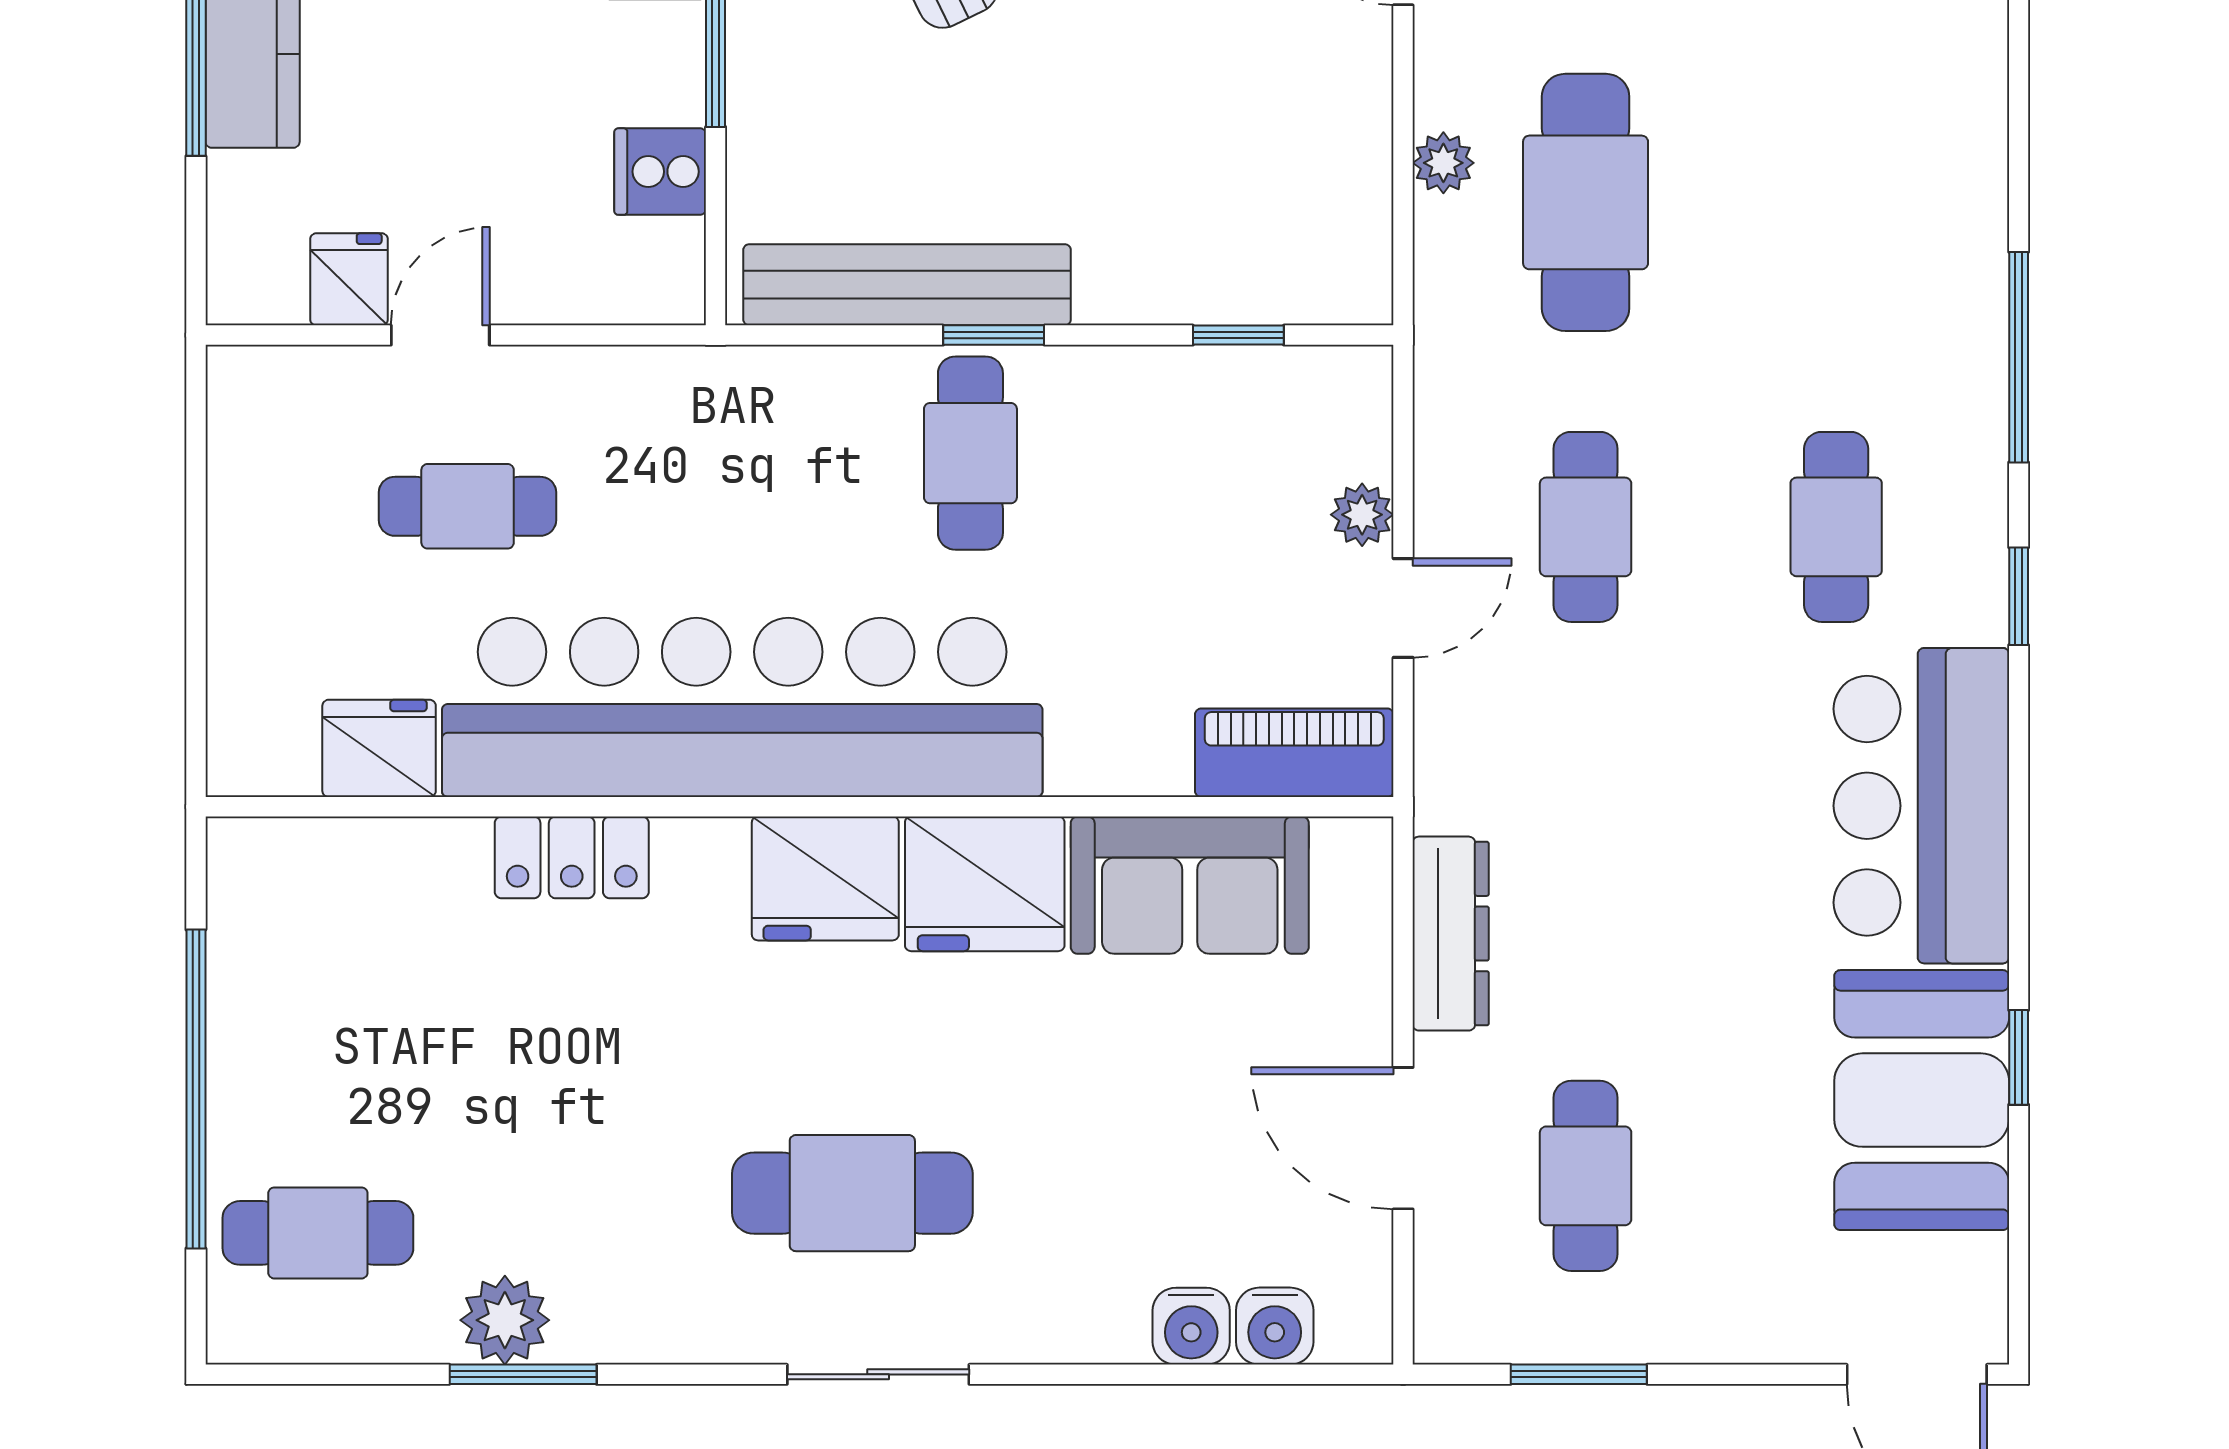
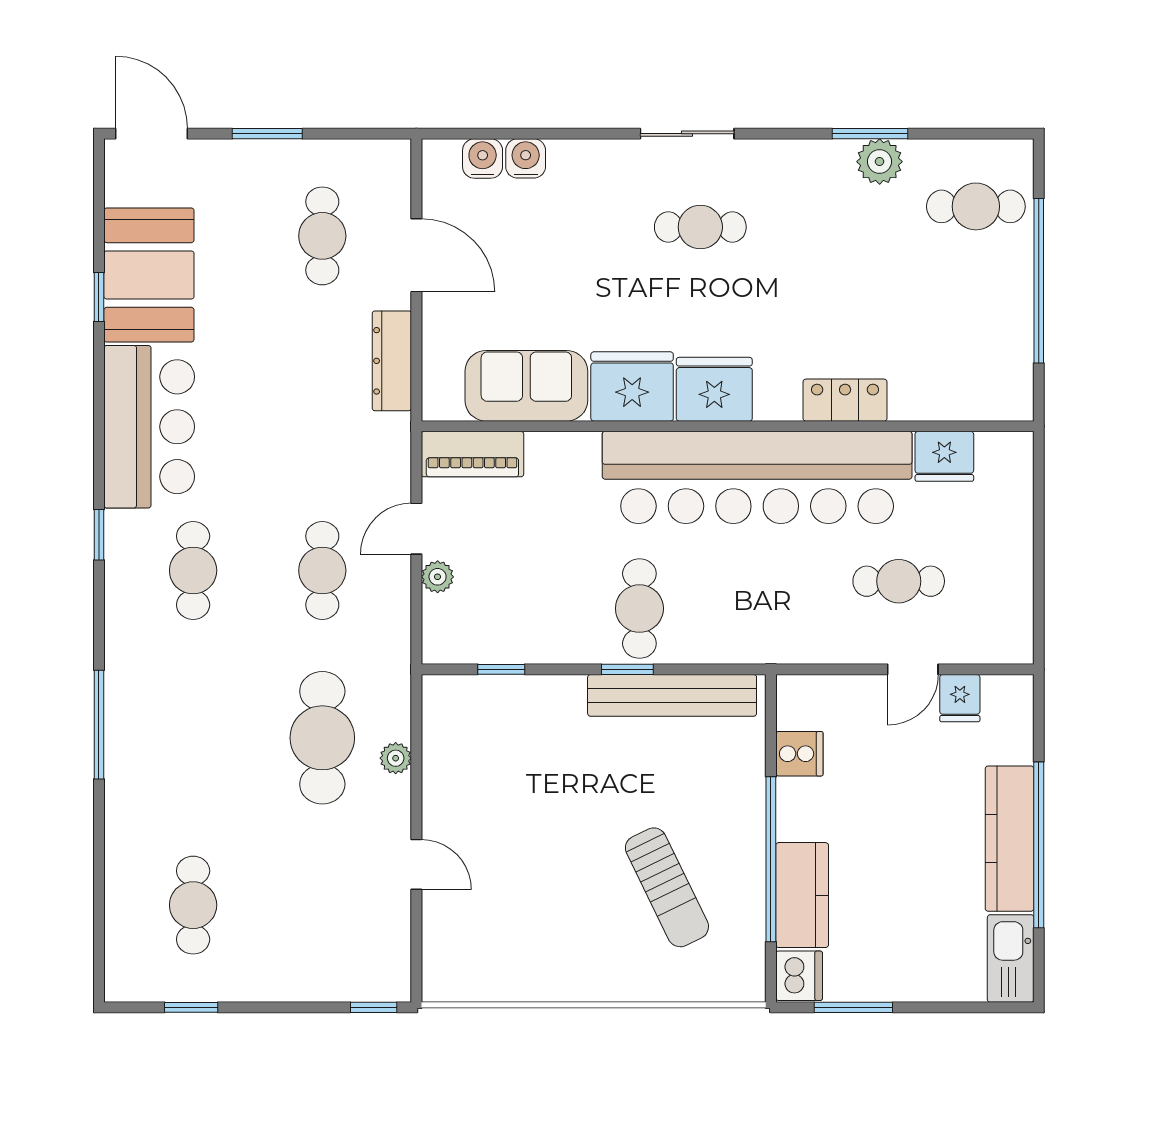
window: (2019, 357) -> (99, 725), moved
cafe table: (852, 1193) -> (700, 227), width x0.73, depth x0.74
window: (1579, 1374) -> (267, 134), moved

